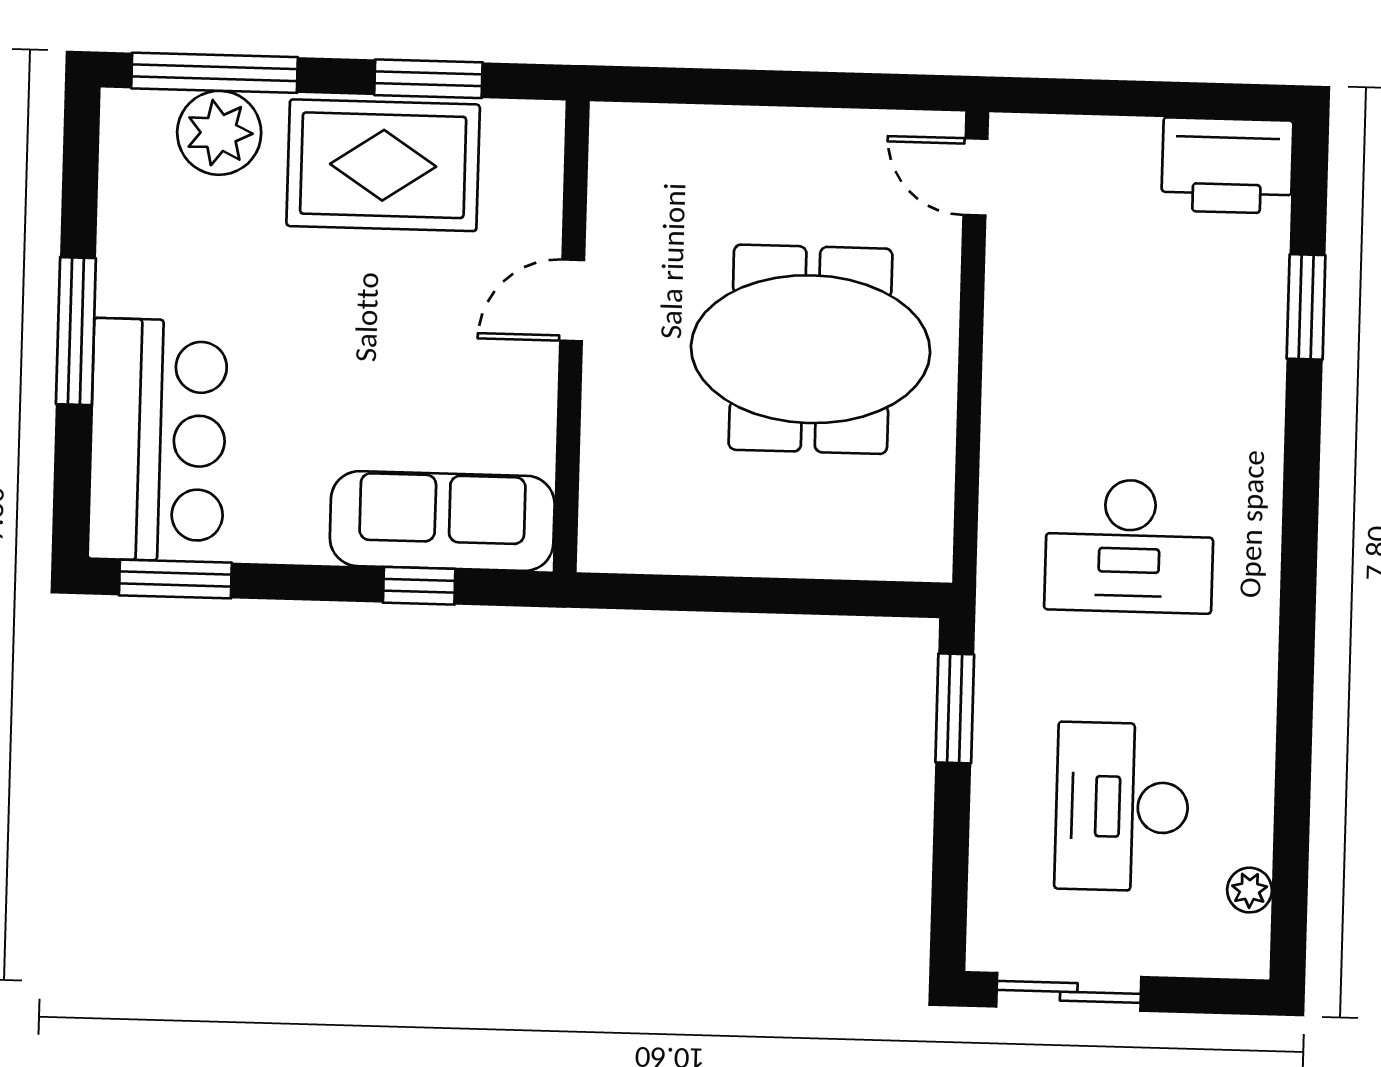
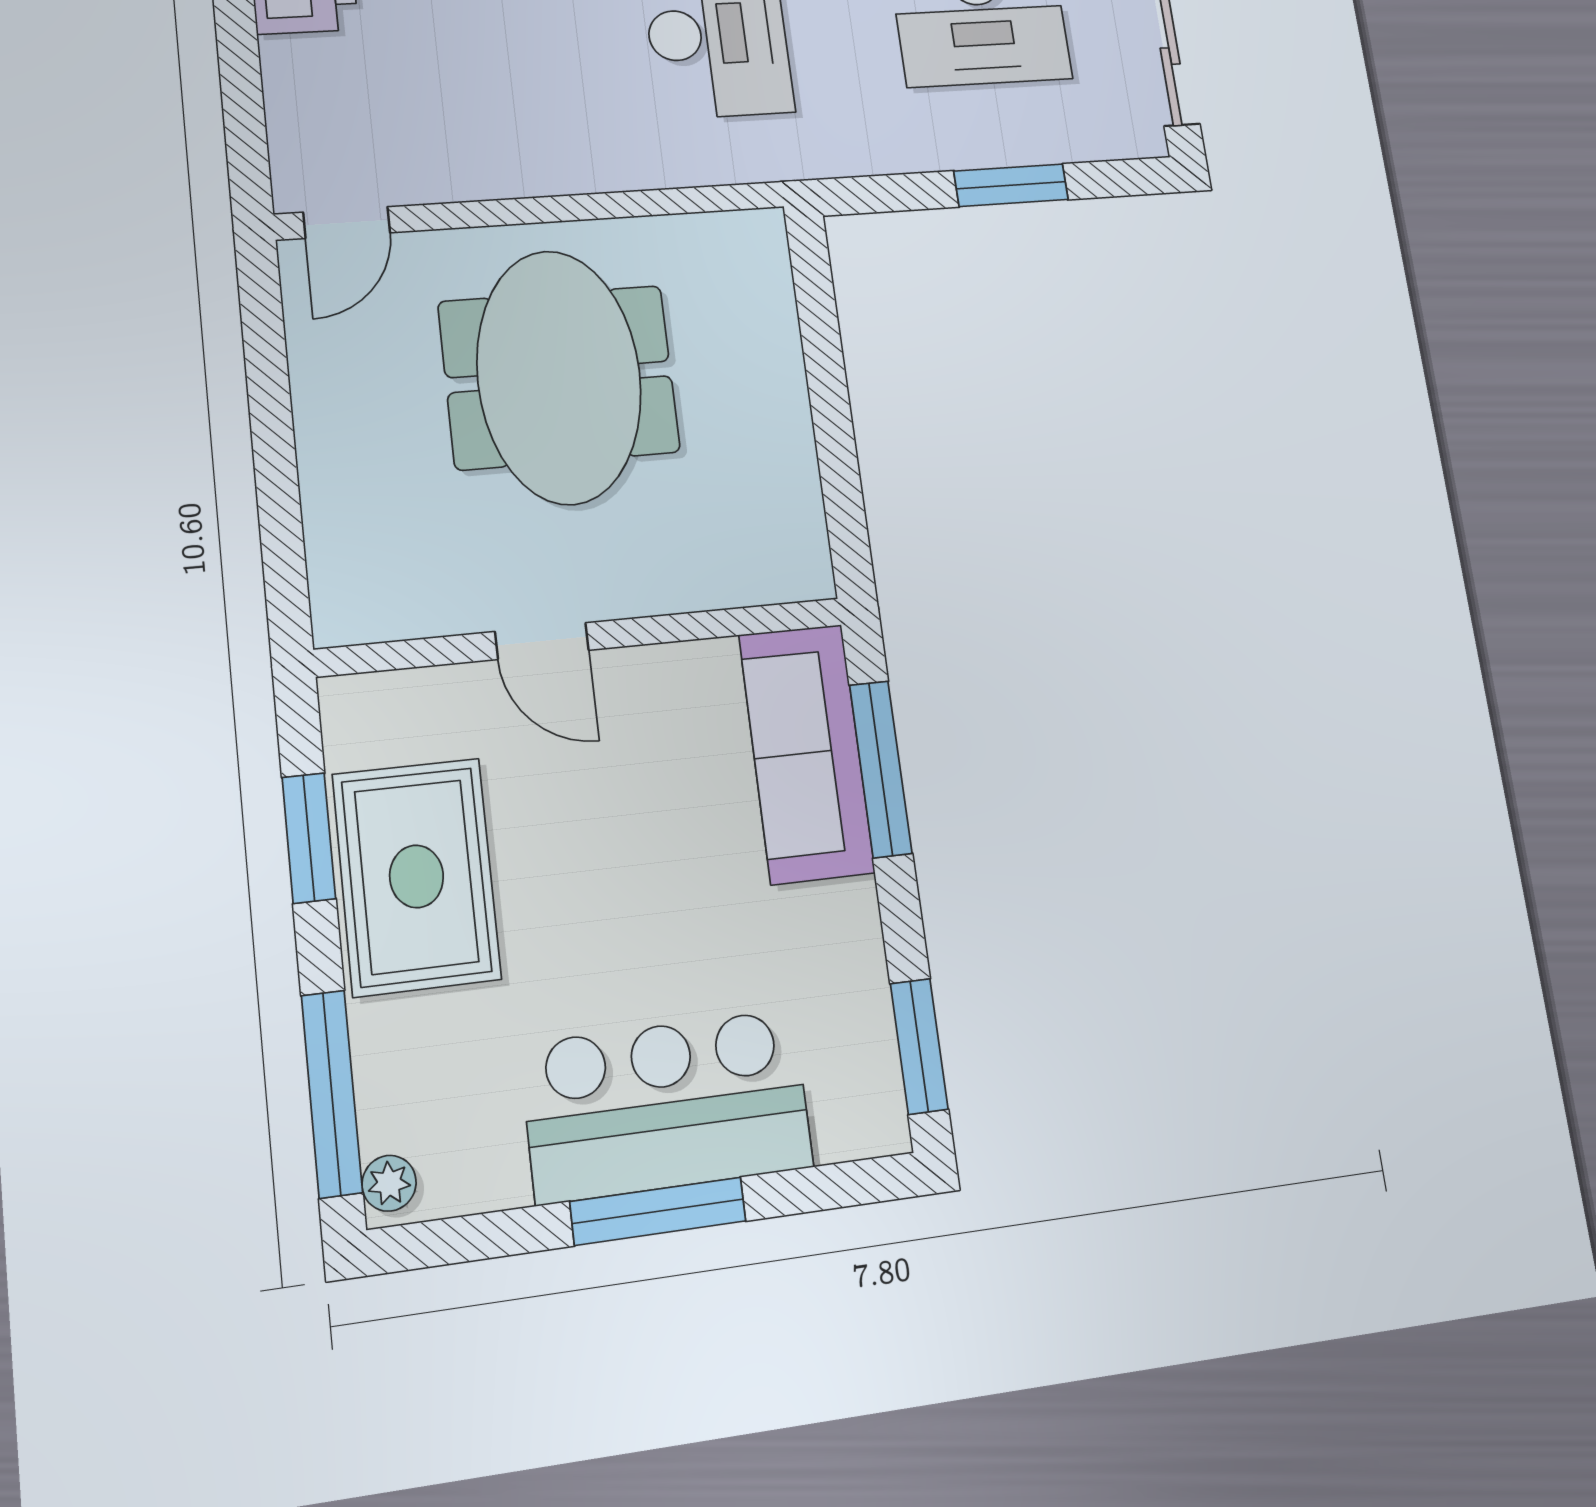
plant: (219, 133) -> (389, 1183), moved, width x0.53, depth x0.53
bar counter: (158, 440) -> (667, 1106), moved
window: (419, 586) -> (881, 769), width x2.17
window: (955, 708) -> (1011, 185), moved

